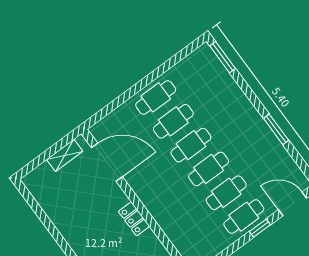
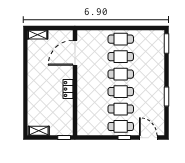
shelving: (65, 155) -> (38, 35), moved
door: (107, 162) -> (75, 53), swing flipped

